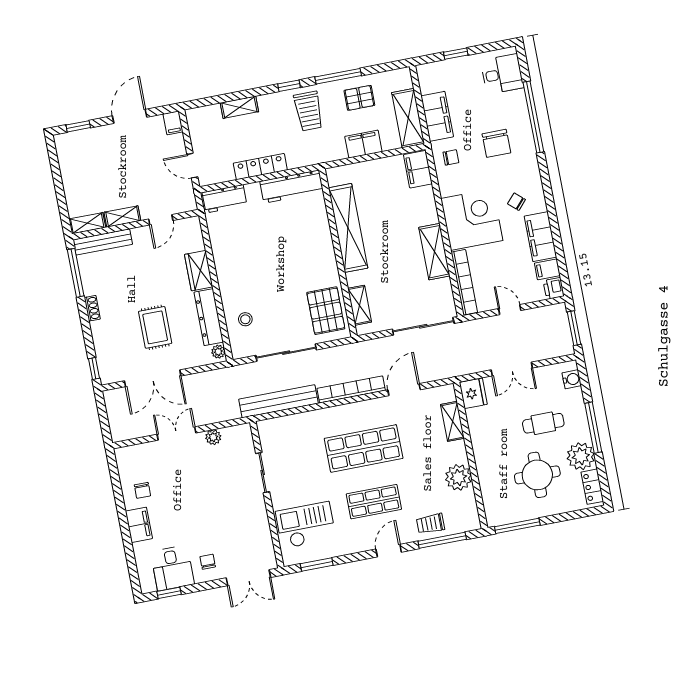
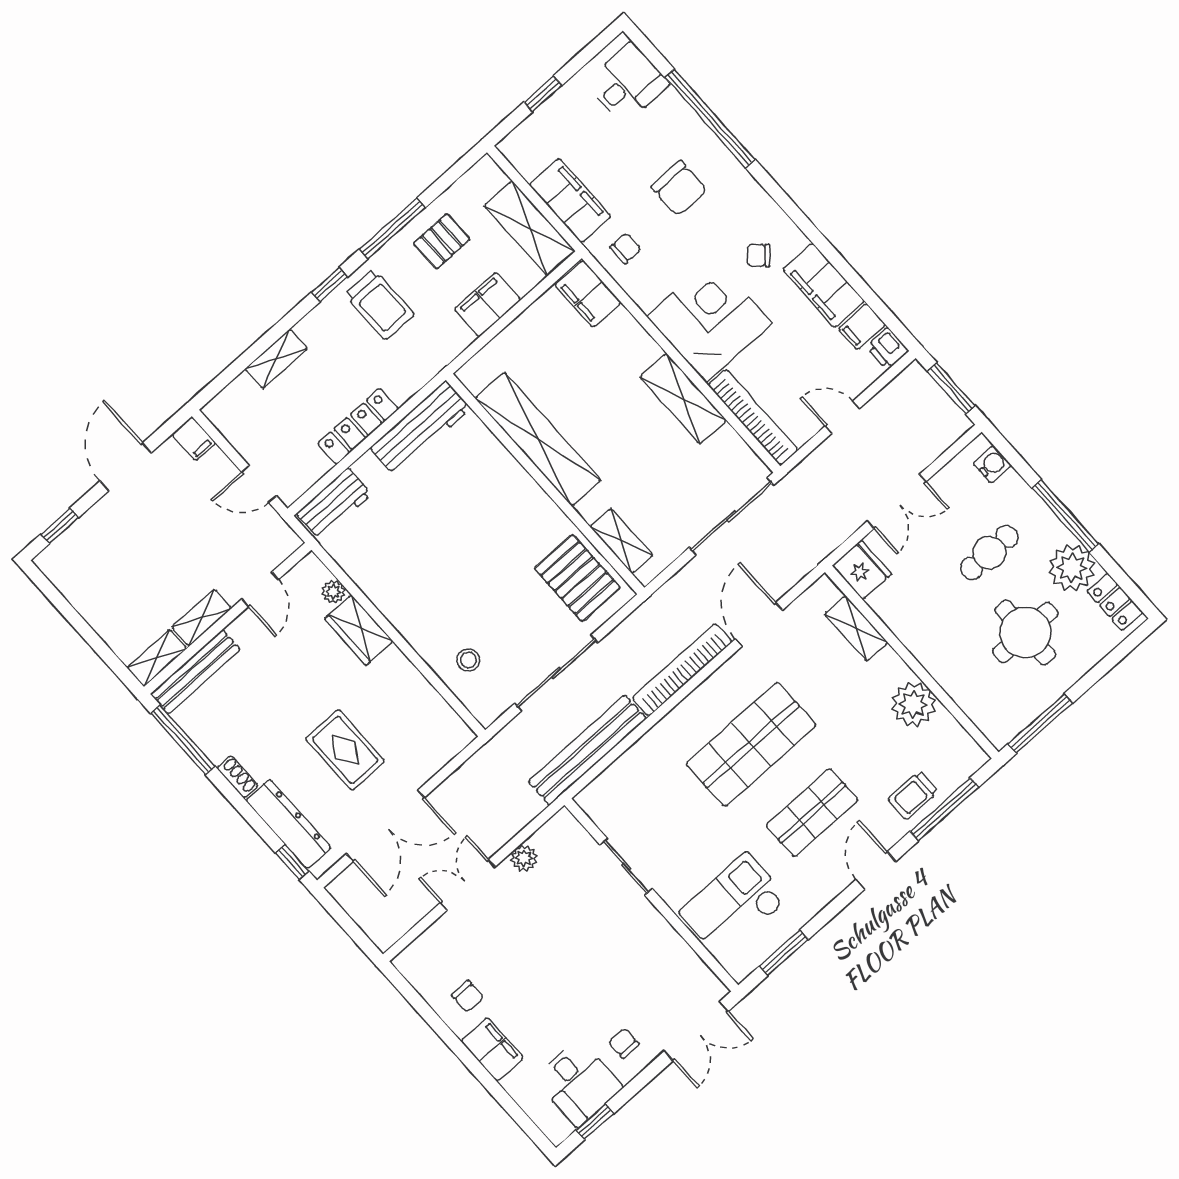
dresser: (209, 317) -> (288, 824), moved, turned 180
plant: (218, 352) -> (333, 592), moved

